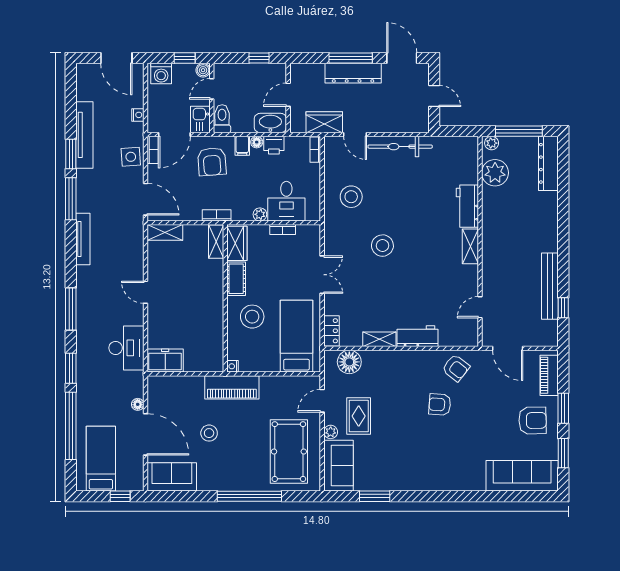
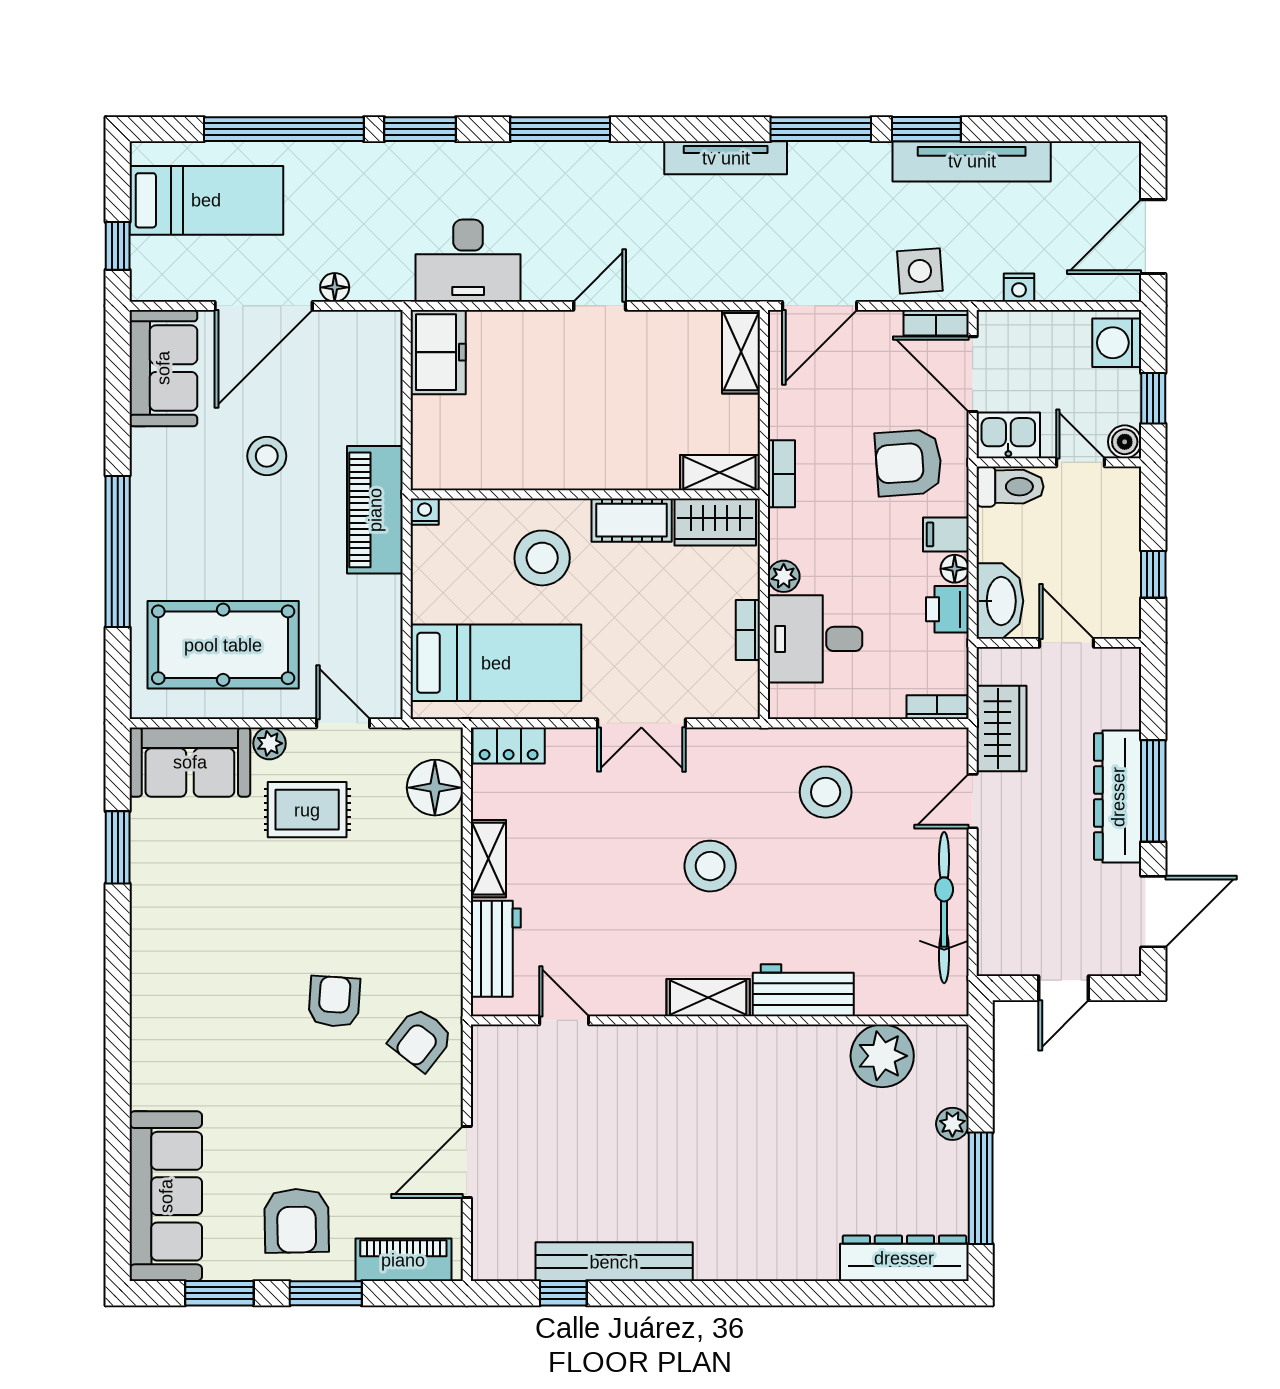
plant: (495, 173) -> (882, 1056), moved
workbench: (467, 206) -> (803, 990), moved
wall: (480, 241) -> (720, 1020), moved
shelving: (470, 246) -> (708, 998), moved
door: (480, 307) -> (564, 1020), moved

